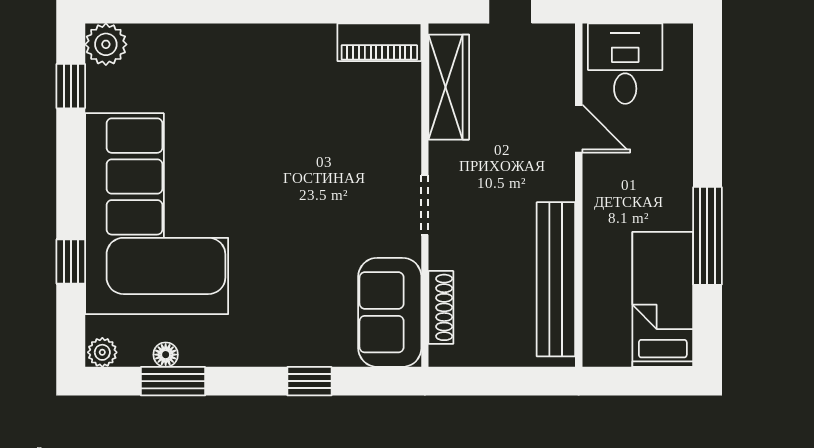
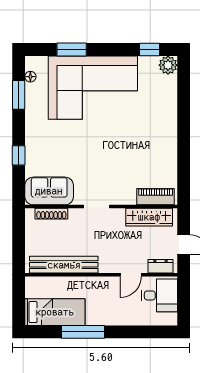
piano: (379, 42) -> (156, 197), moved, turned 90
dresser: (560, 61) -> (160, 266), added
window: (71, 261) -> (72, 49), width x1.50
plant: (102, 352) -> (31, 63), removed
floor lamp: (166, 355) -> (30, 77), moved

